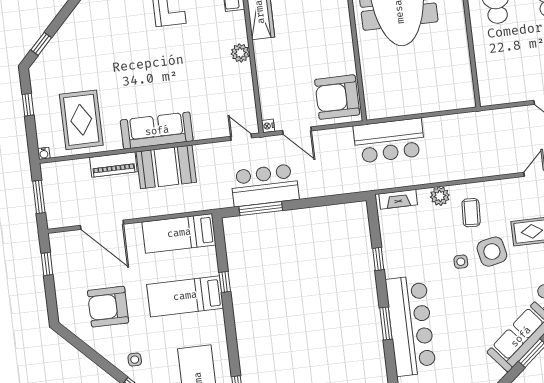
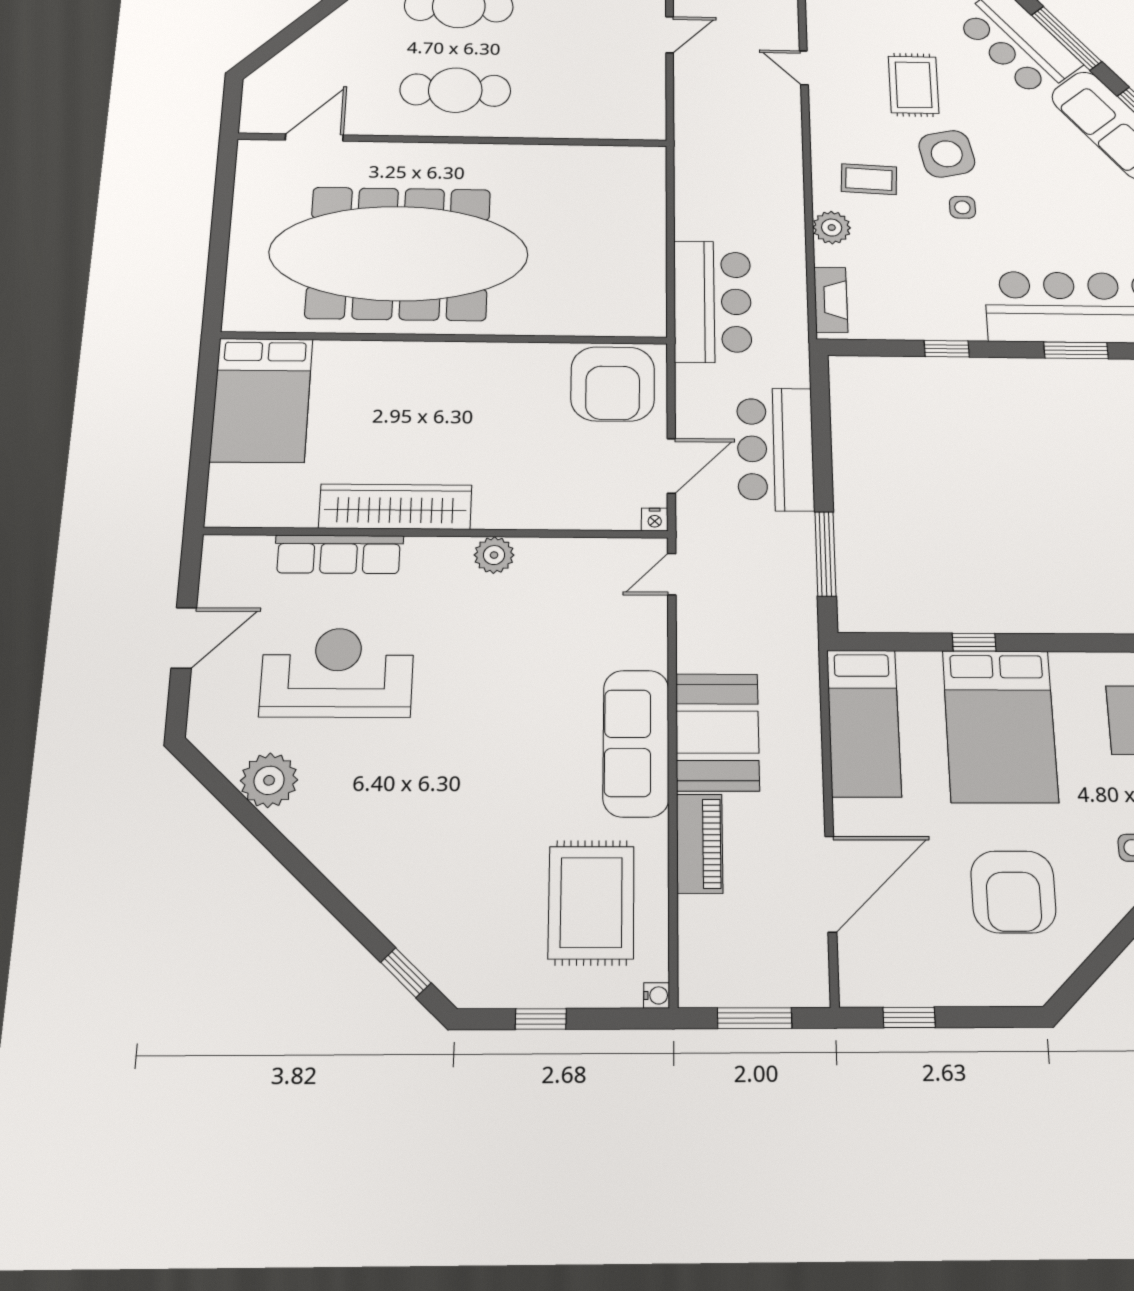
rug: (81, 120) -> (591, 902), turned 90
bar counter: (265, 185) -> (775, 449), moved
bed: (185, 296) -> (1000, 726), width x1.50

